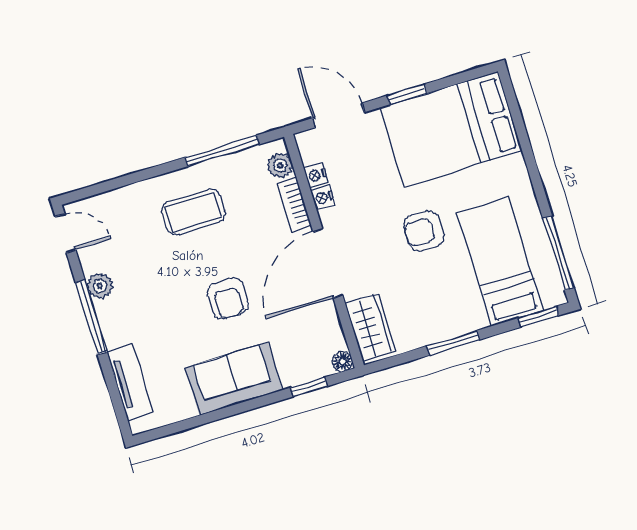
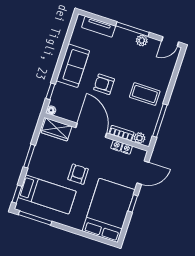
coffee table: (193, 212) -> (145, 94), turned 90

